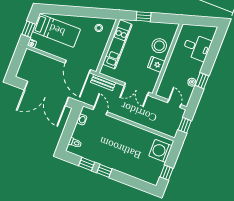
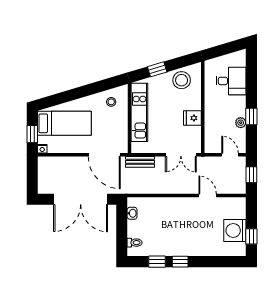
stool: (159, 46) -> (182, 80), moved
door: (100, 111) -> (208, 195), moved
washing machine: (160, 151) -> (235, 230), moved

